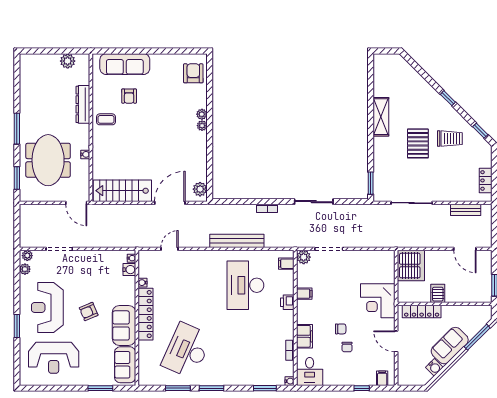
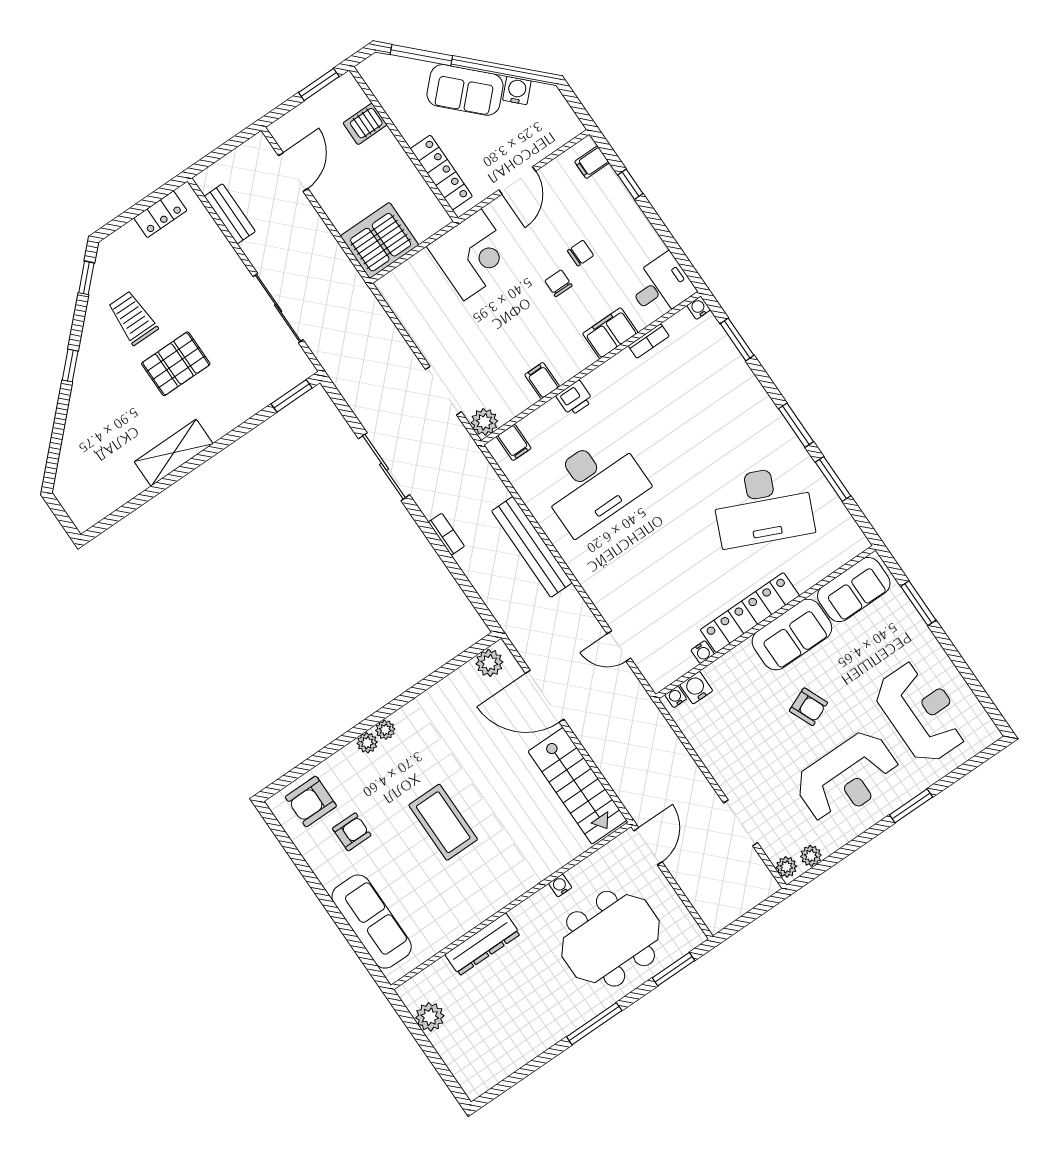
armchair: (129, 96) -> (352, 832), moved
coffee table: (106, 119) -> (443, 822), moved, width x1.86, depth x1.72
server rack: (438, 293) -> (365, 124), moved

